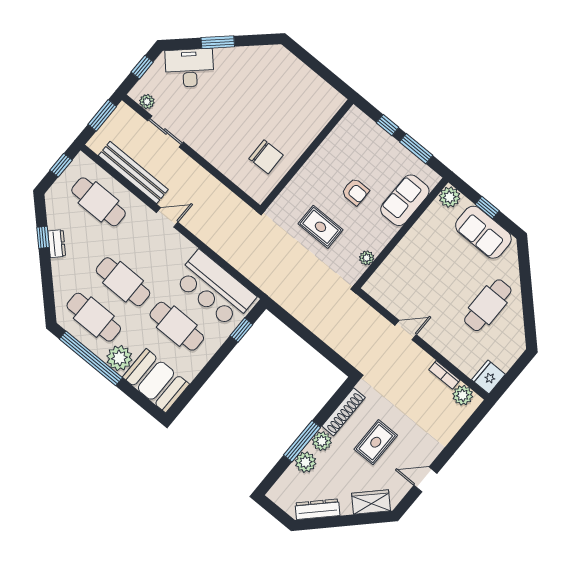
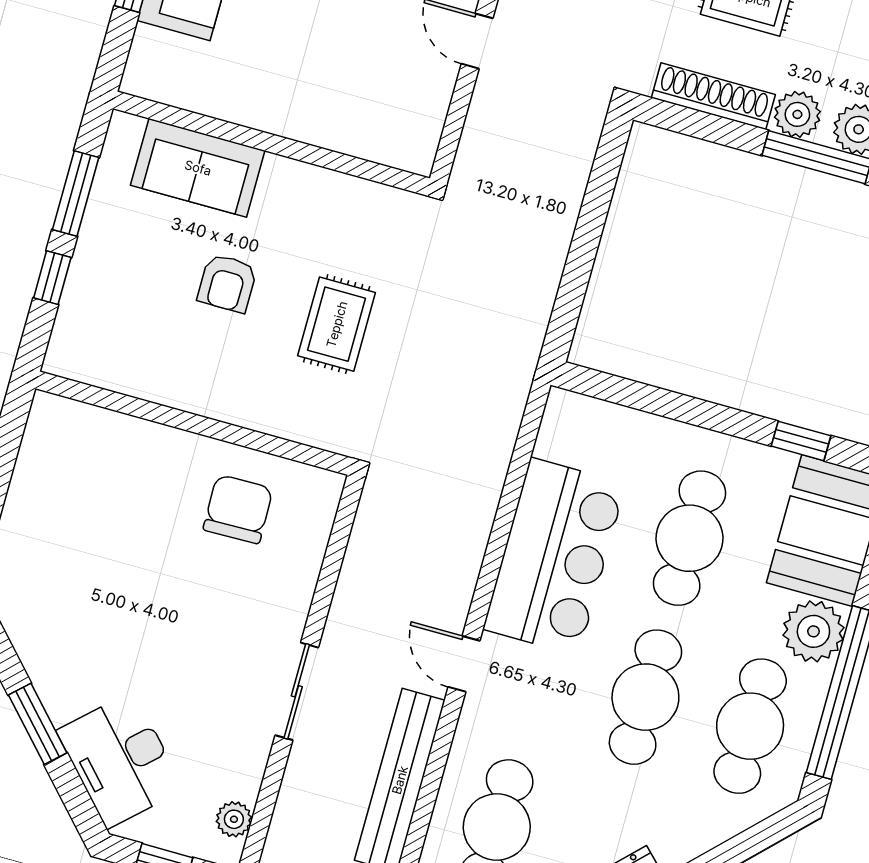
sliding door: (166, 131) -> (297, 691), moved
armchair: (355, 192) -> (227, 283), turned 180
plant: (450, 197) -> (148, 74), removed
plant: (367, 258) -> (359, 195), removed
bar counter: (215, 289) -> (554, 556), moved
window: (241, 330) -> (801, 441), moved

